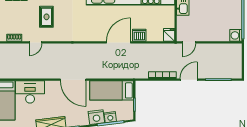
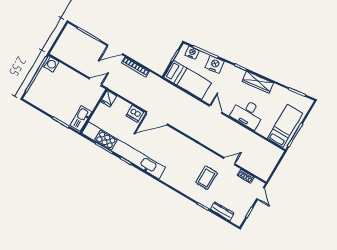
door: (73, 80) -> (216, 109), width x0.53
desk: (30, 92) -> (248, 114), moved
nightstand: (110, 117) -> (192, 53), moved

